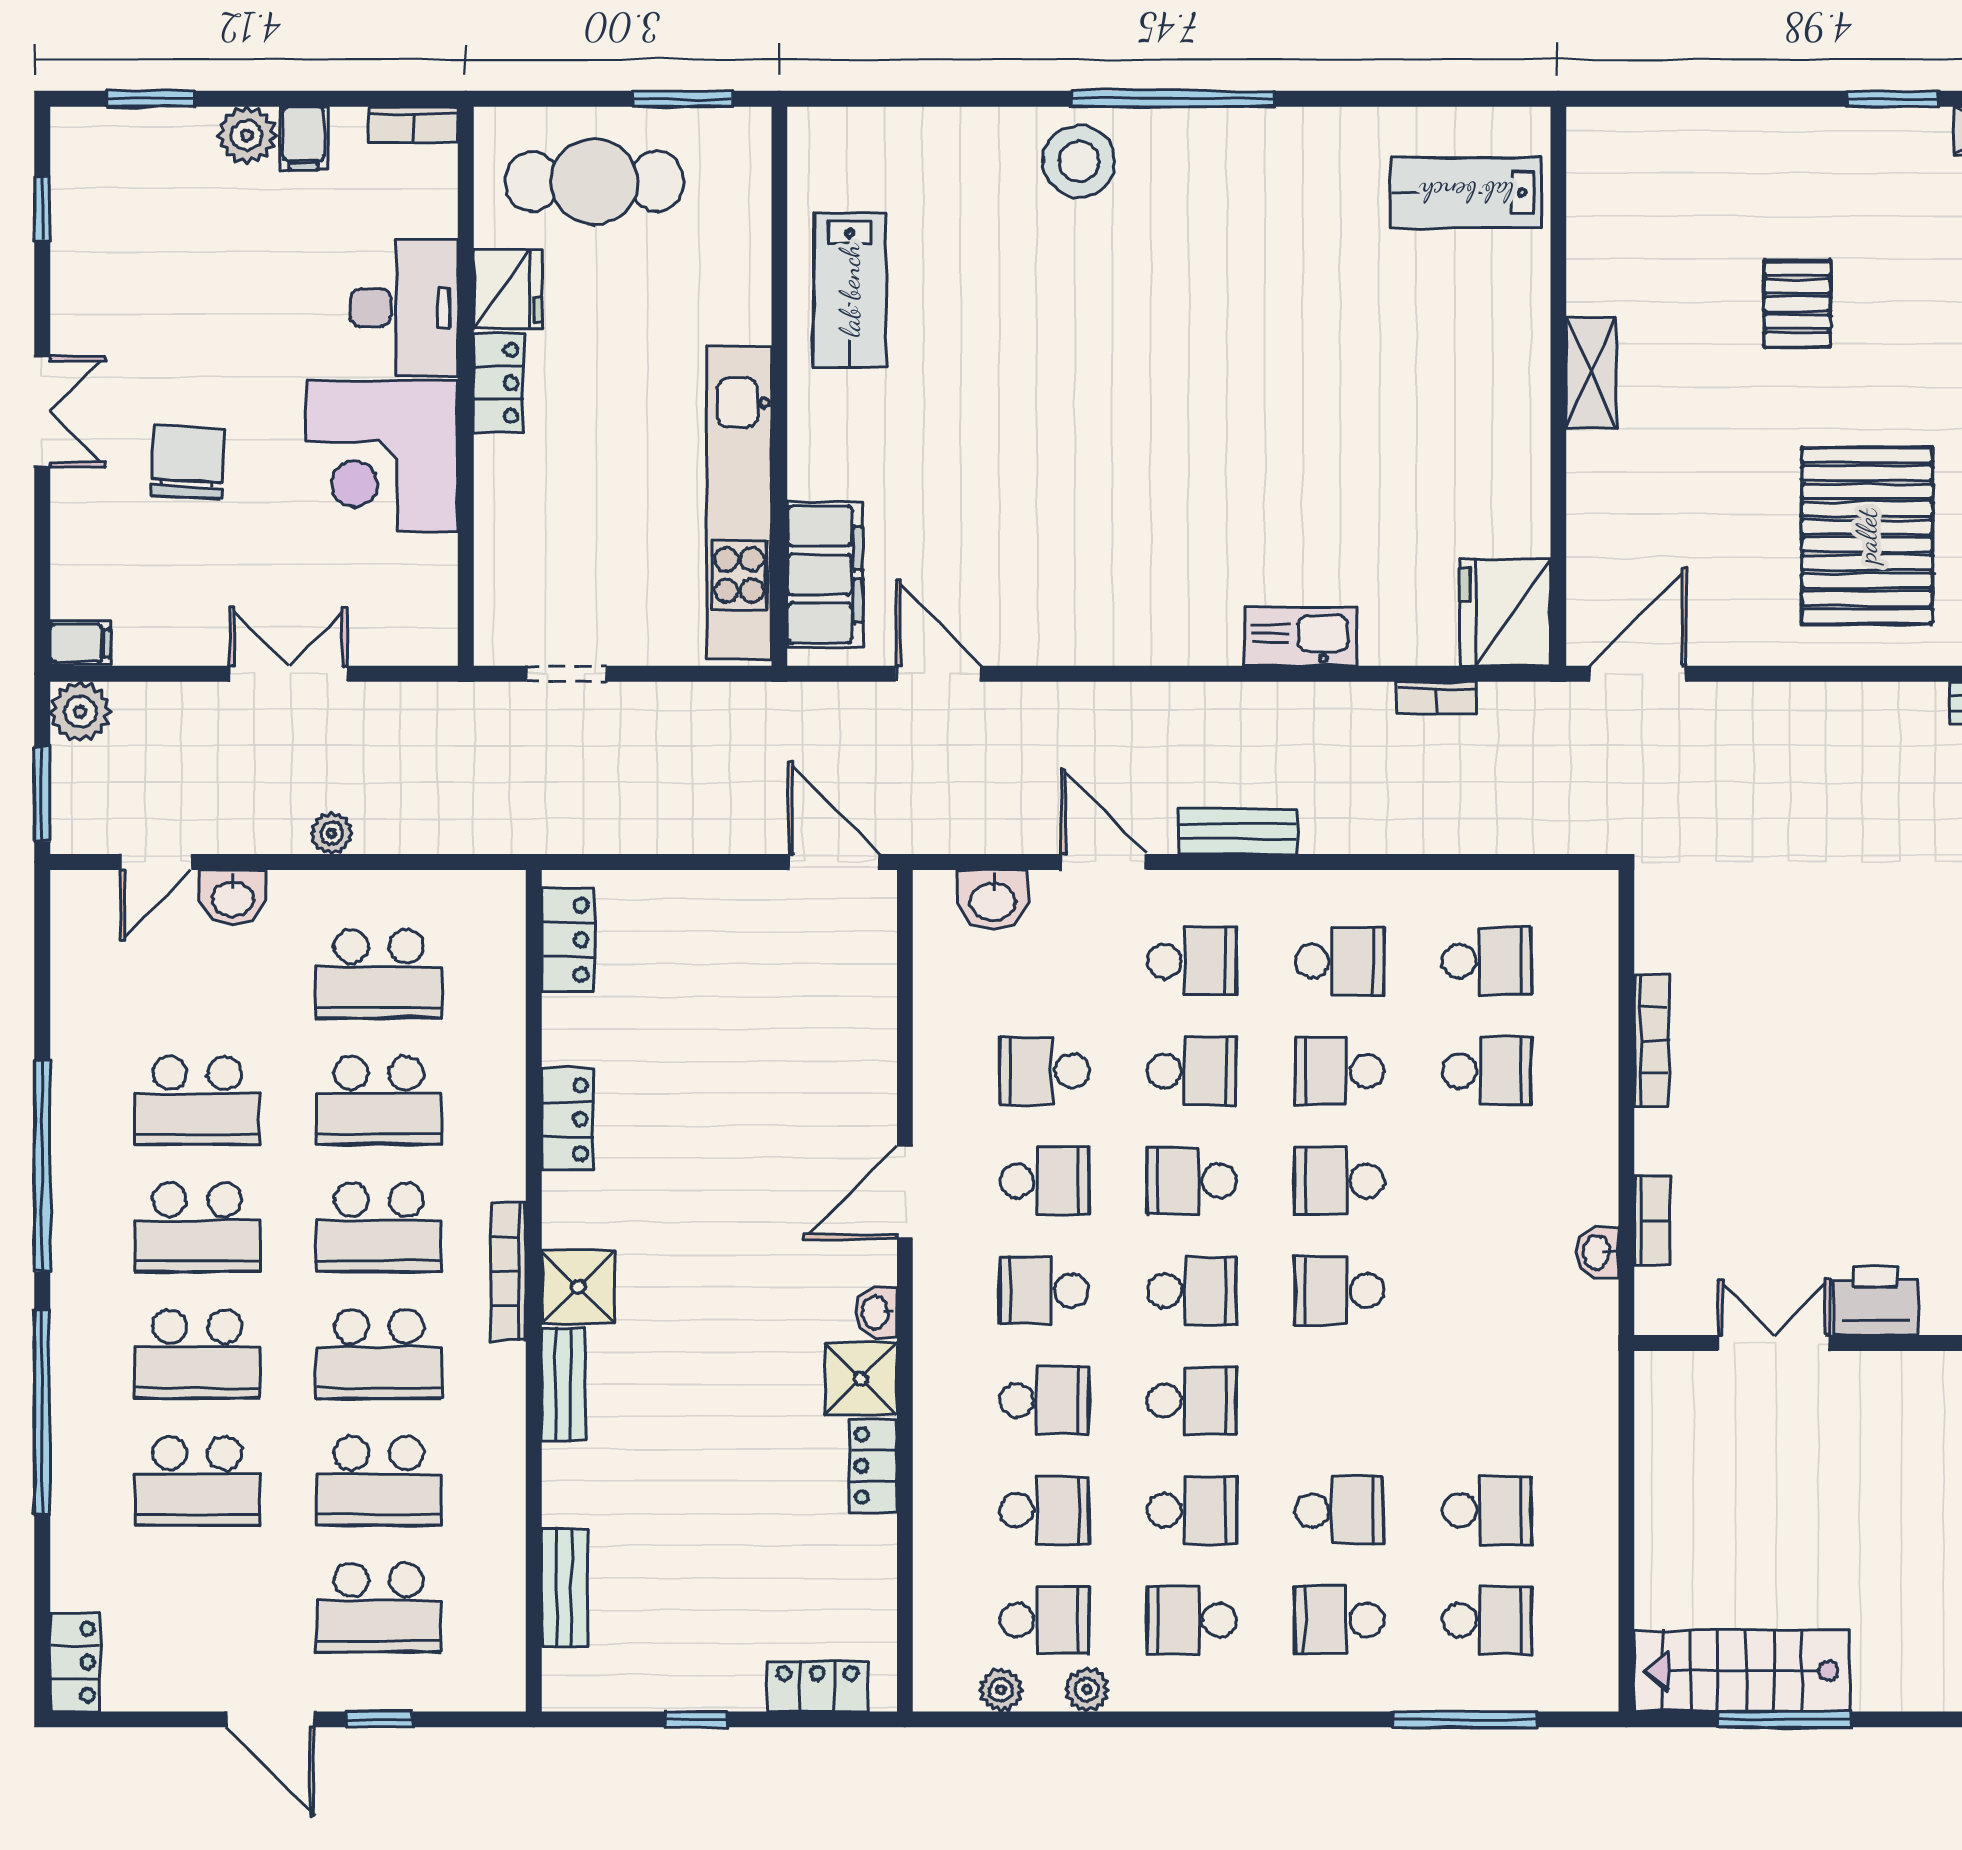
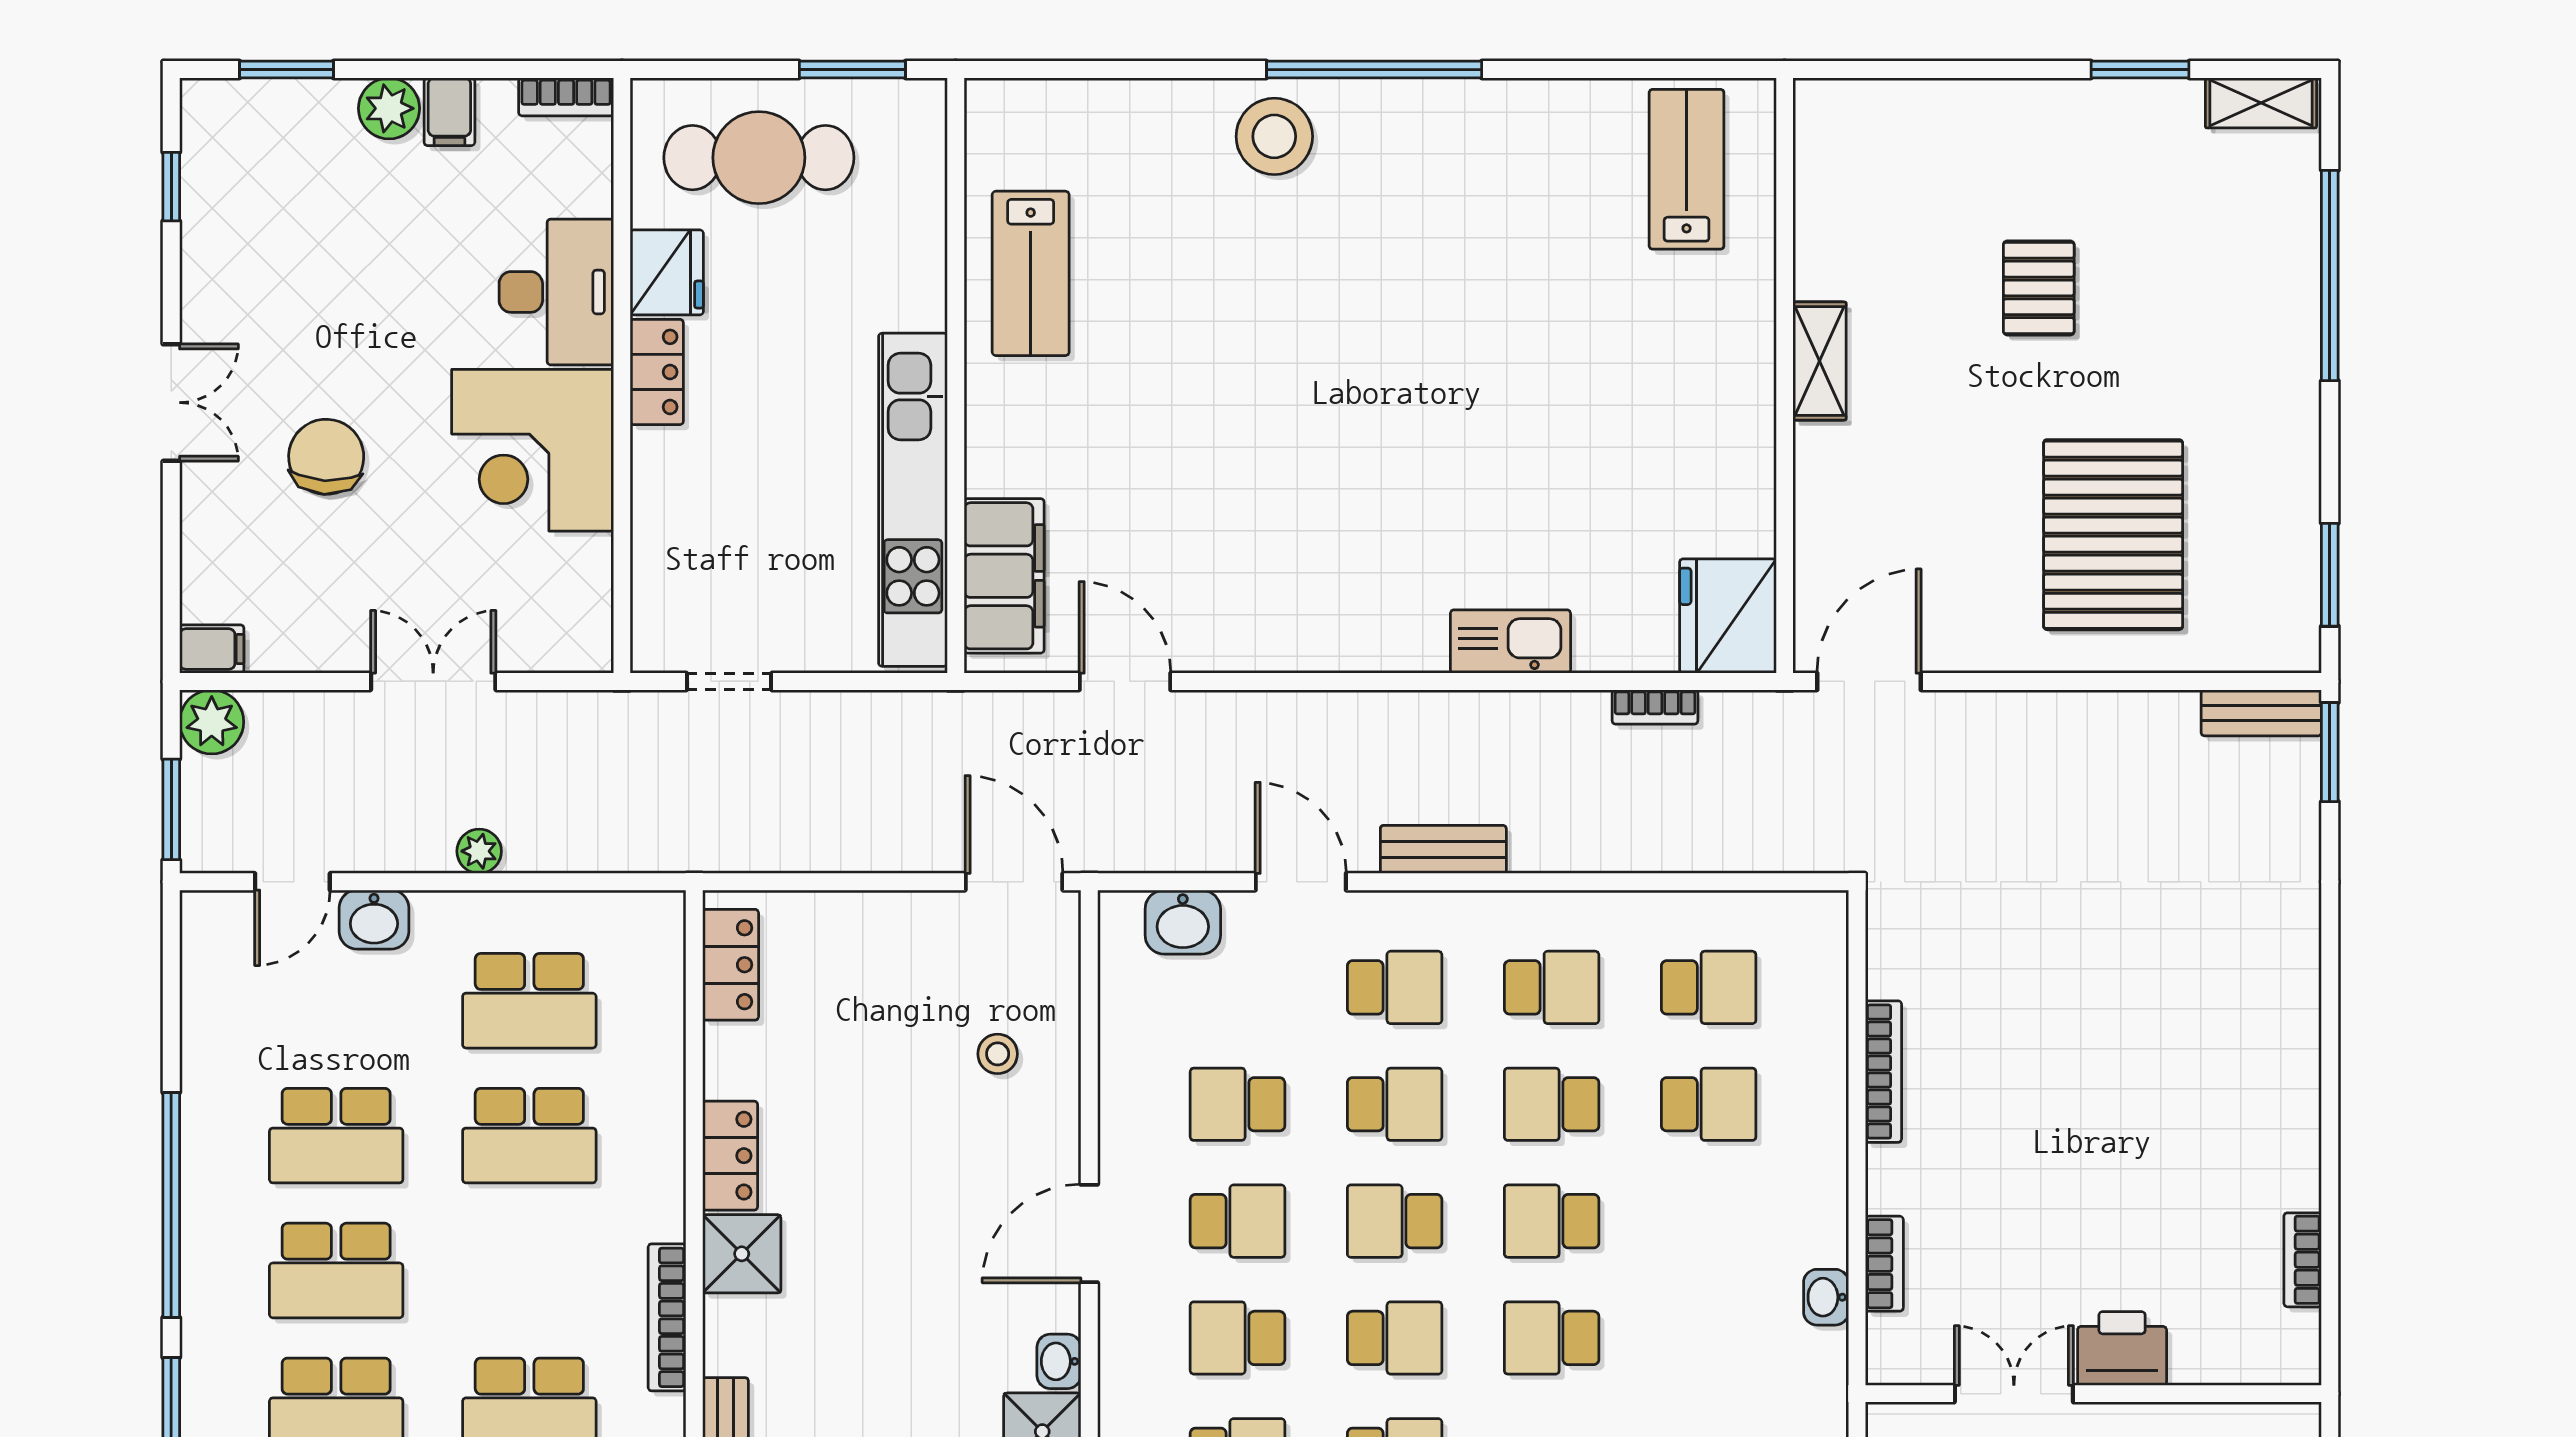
lab bench: (1466, 192) -> (1687, 169), turned 90
stool: (819, 1024) -> (998, 1054), added
school desk: (379, 1227) -> (529, 1271), removed
shower: (578, 1287) -> (742, 1254), moved

